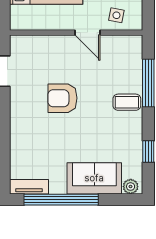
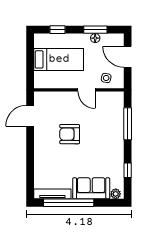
coffee table: (127, 102) -> (113, 137), removed
tv unit: (29, 187) -> (52, 194), width x1.41

